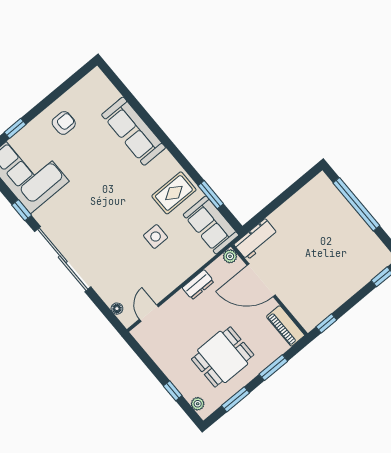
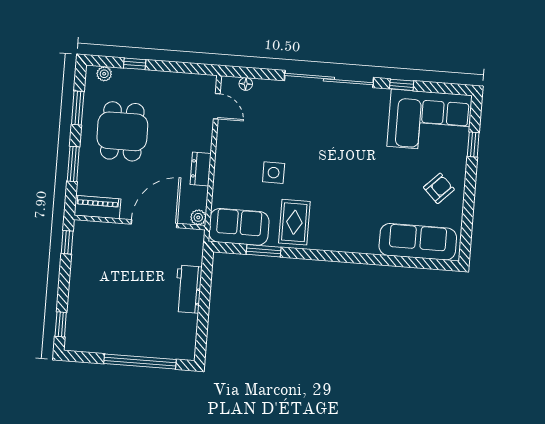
armchair: (64, 123) -> (439, 188), turned -135
sofa: (134, 131) -> (418, 242), moved
workbench: (256, 239) -> (188, 289), moved

